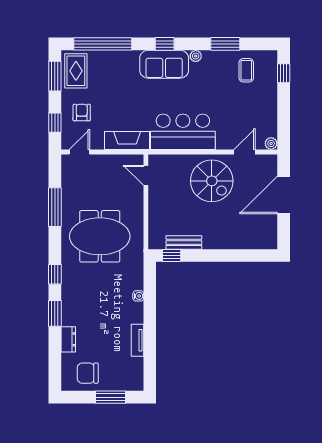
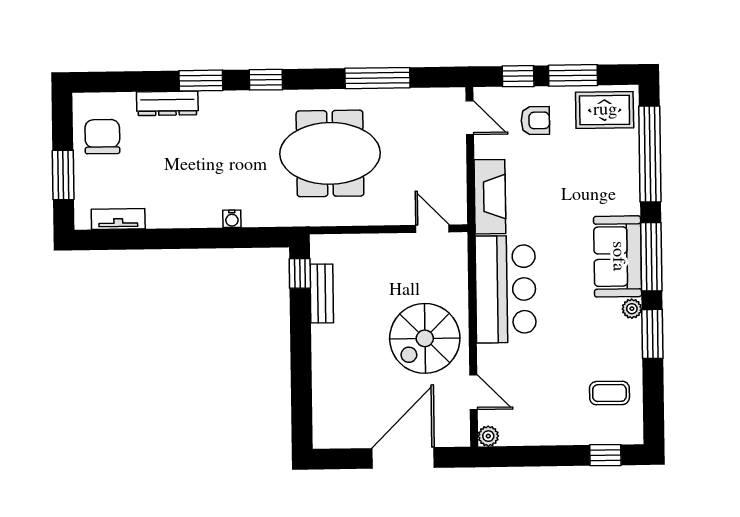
window: (165, 44) -> (651, 257), width x2.17
window: (225, 44) -> (652, 334), moved
window: (55, 76) -> (573, 75), moved
door: (146, 175) -> (432, 229), hinge flipped
door: (284, 195) -> (403, 458), hinge flipped
meeting table: (100, 236) -> (330, 153), turned 90
dresser: (68, 339) -> (167, 103), width x1.44
tv unit: (137, 340) -> (118, 219), moved

